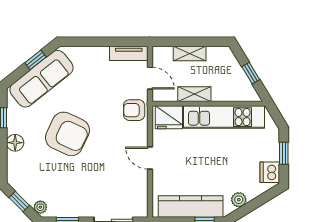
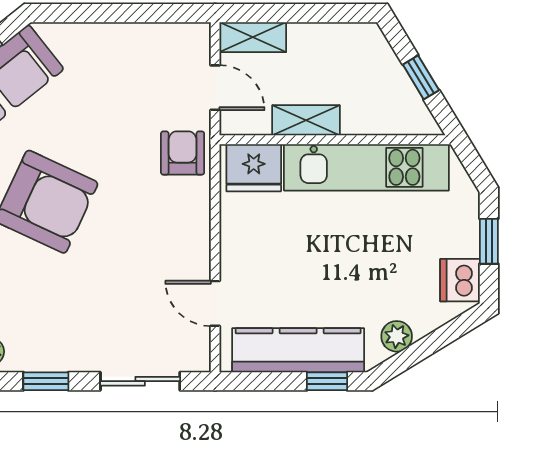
tv unit: (129, 53) -> (172, 37), removed
shelving: (190, 53) -> (253, 37), moved
armchair: (134, 110) -> (183, 153), turned 90
door: (150, 158) -> (215, 303), moved

